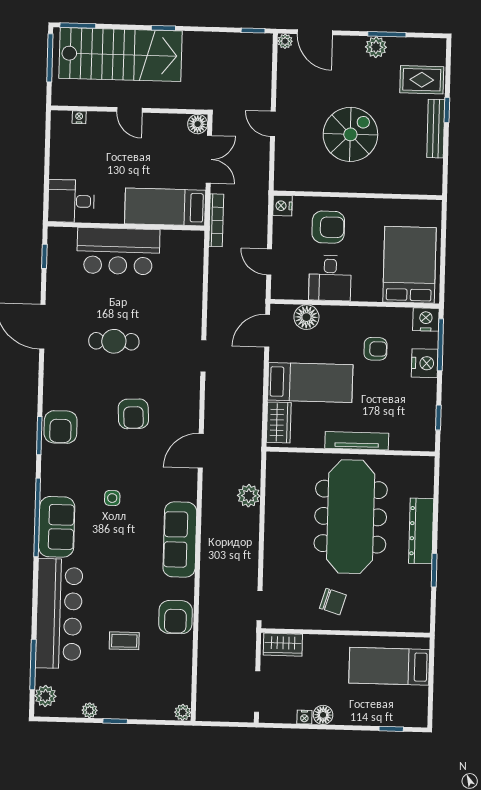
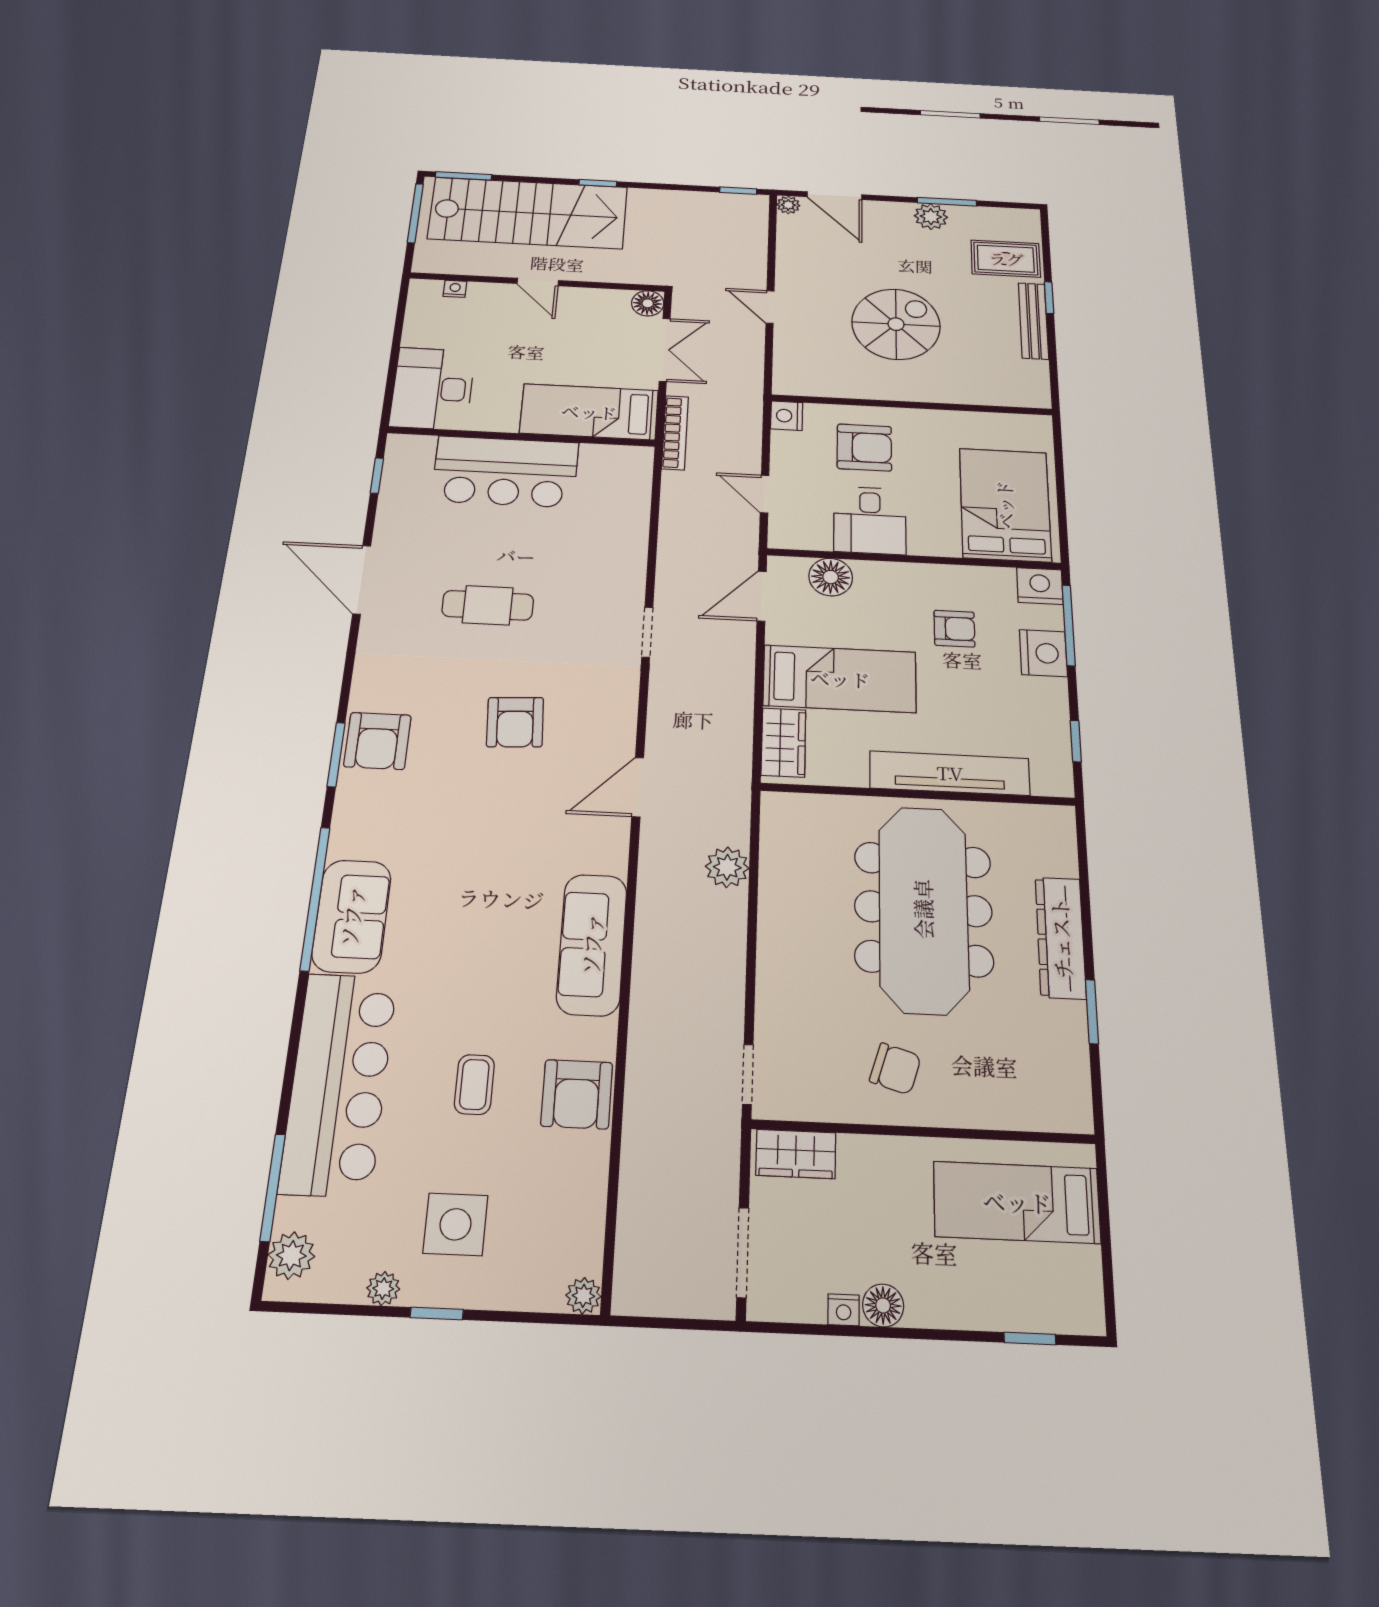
desk: (71, 201) -> (432, 389), width x1.37
tv unit: (357, 441) -> (950, 773), width x1.36, depth x1.29
side table: (112, 498) -> (455, 1224), moved, width x1.87, depth x1.87
coffee table: (124, 641) -> (474, 1084), moved, turned 90

